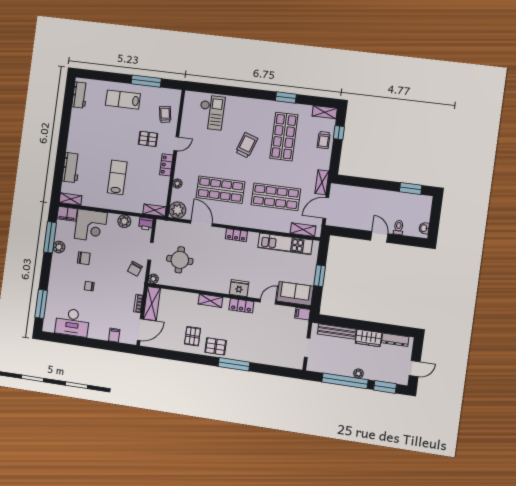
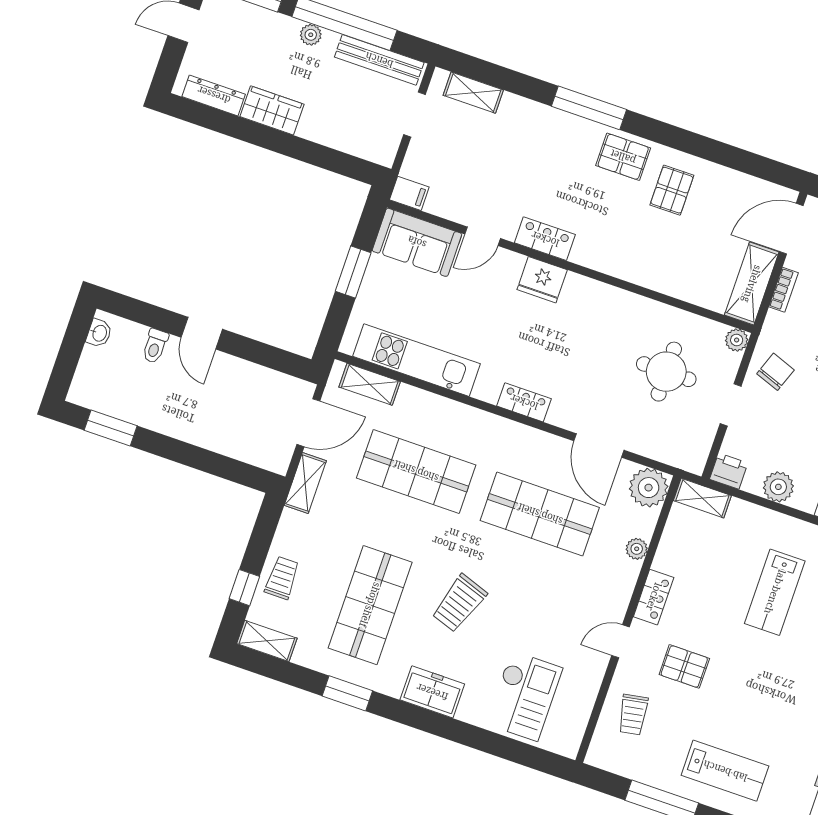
freezer: (250, 106) -> (432, 692), added
checkout: (212, 112) -> (524, 696), turned 180
shelving: (210, 301) -> (473, 93), moved
bench: (337, 332) -> (379, 60), moved

